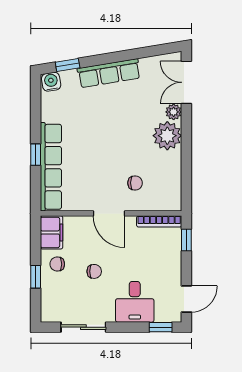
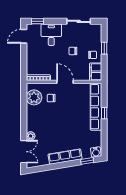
plant: (167, 136) -> (34, 97), moved
window: (186, 240) -> (24, 68), removed

